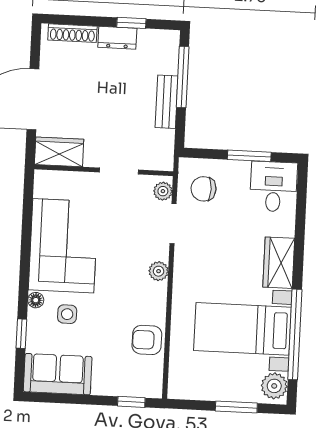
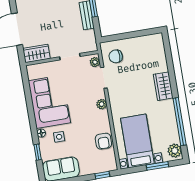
window: (249, 156) -> (136, 34), removed
desk: (273, 187) -> (152, 47), removed
bed with nightstands: (243, 329) -> (137, 141), moved, turned 90
armchair: (147, 340) -> (103, 141), turned -90

